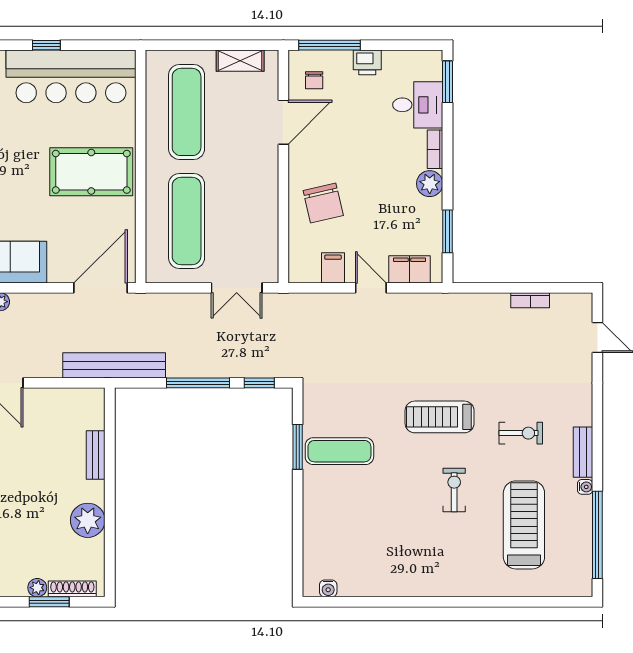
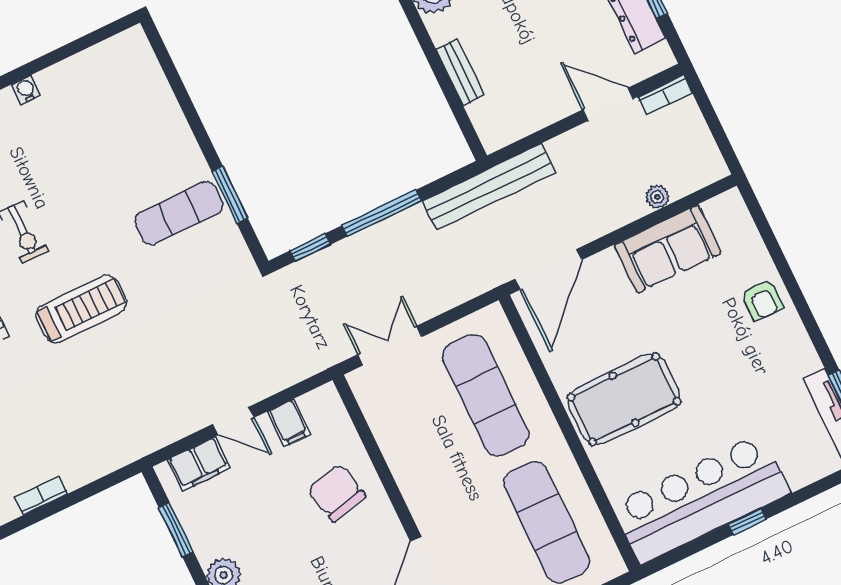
water cooler: (328, 588) -> (26, 90), moved

